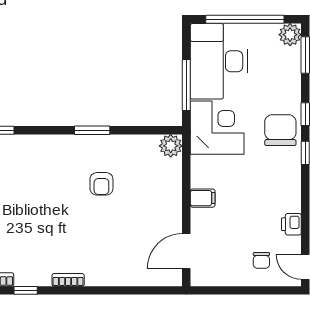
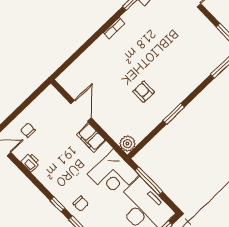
chair: (280, 130) -> (81, 204), width x0.54, depth x0.54
filing cabinet: (203, 198) -> (91, 137), width x2.00
door: (186, 251) -> (81, 111), moved

